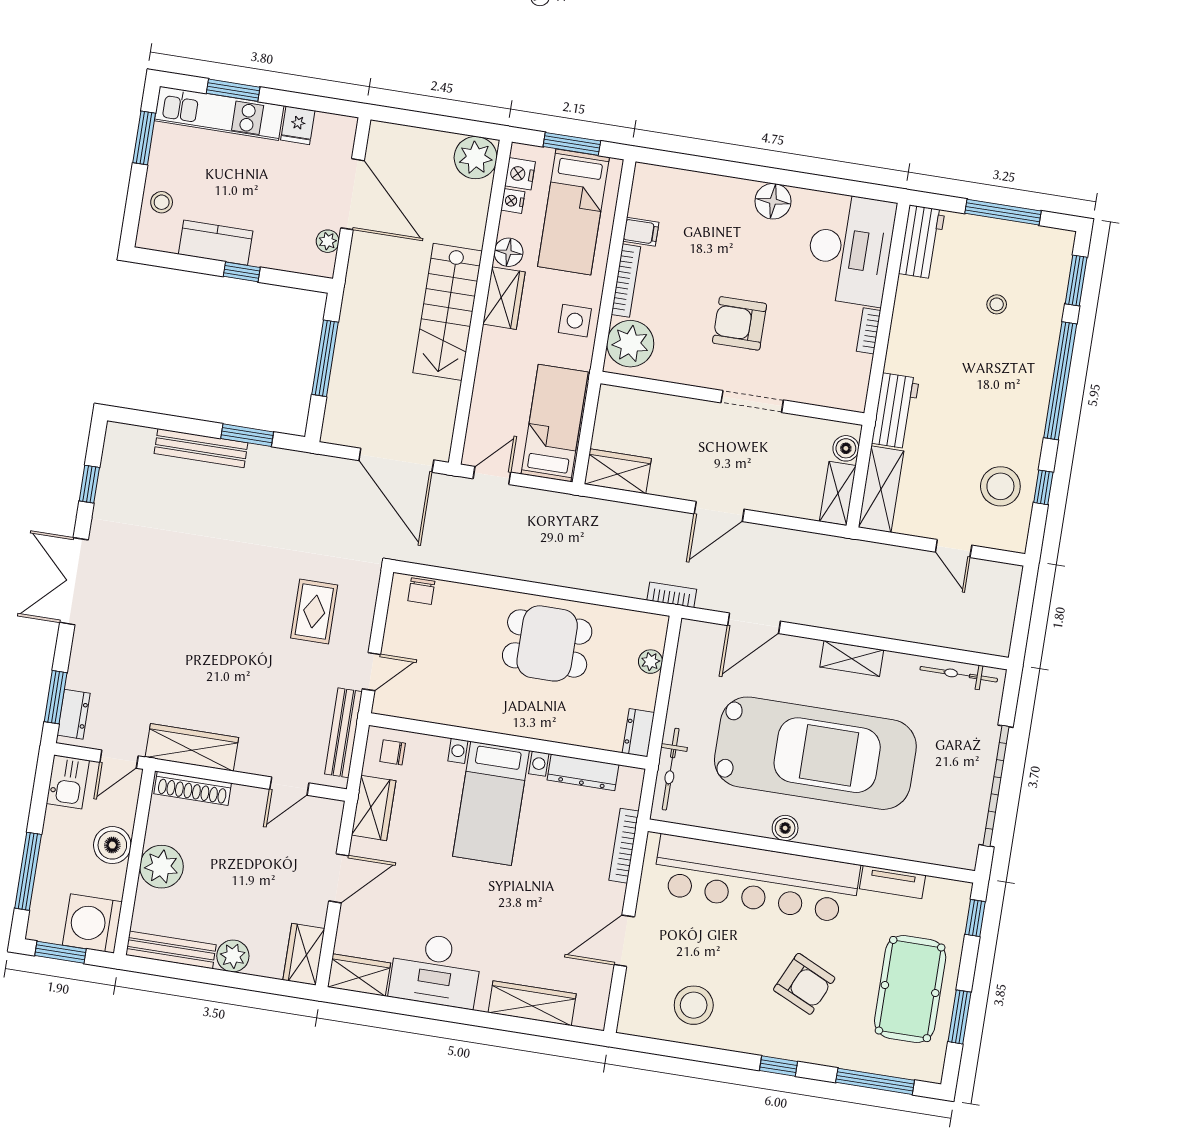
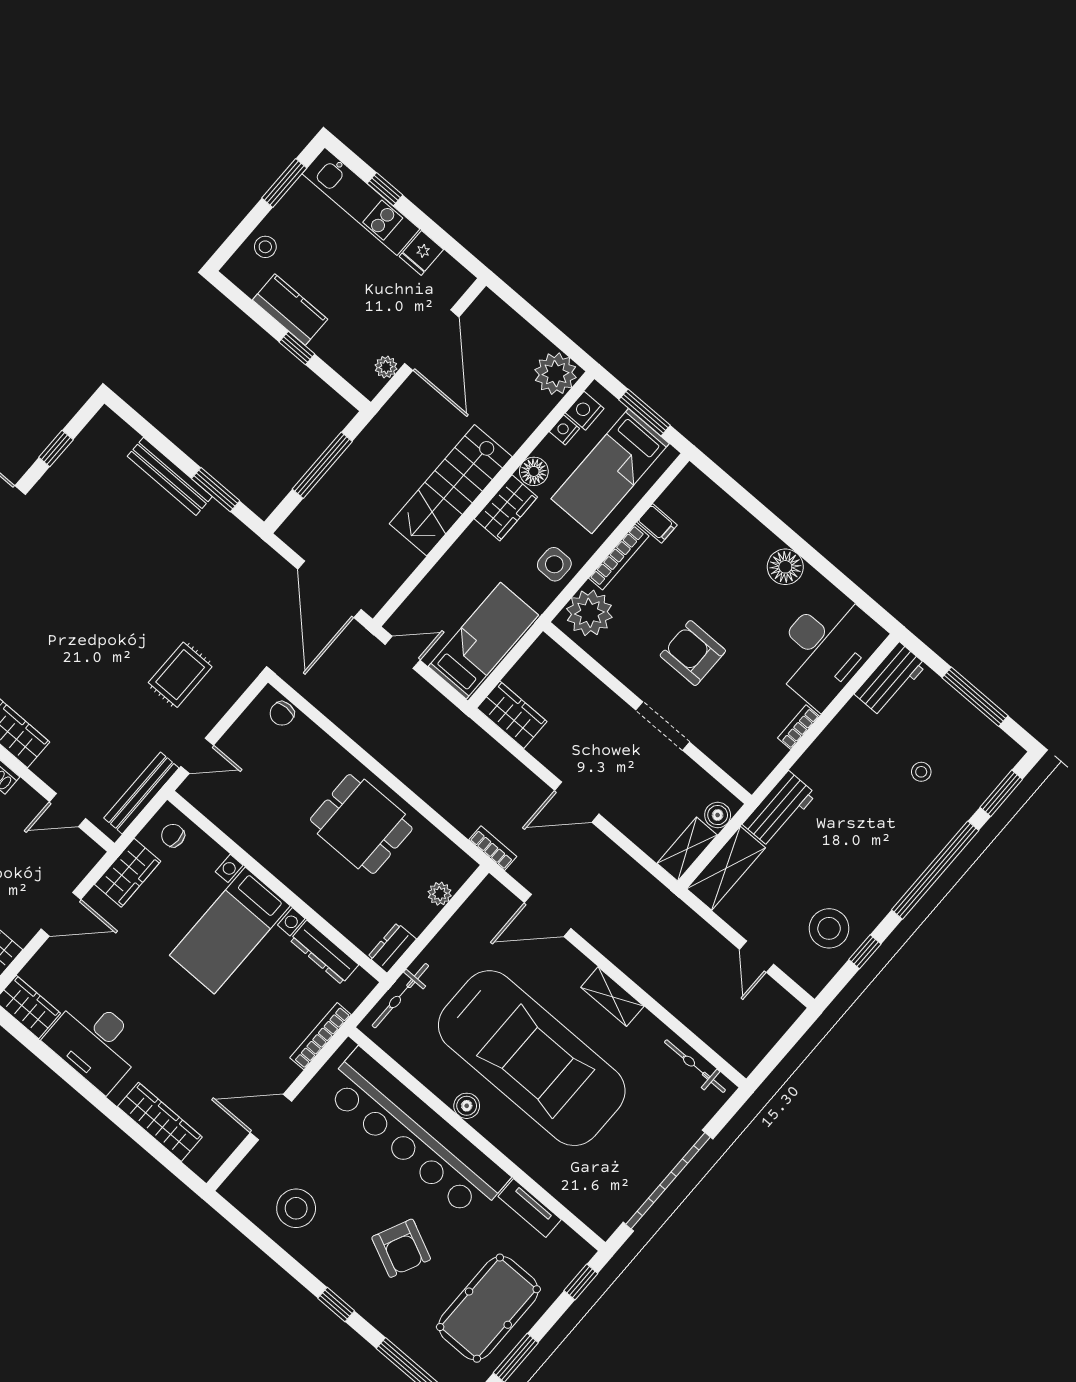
window: (233, 90) -> (385, 189), width x0.67

